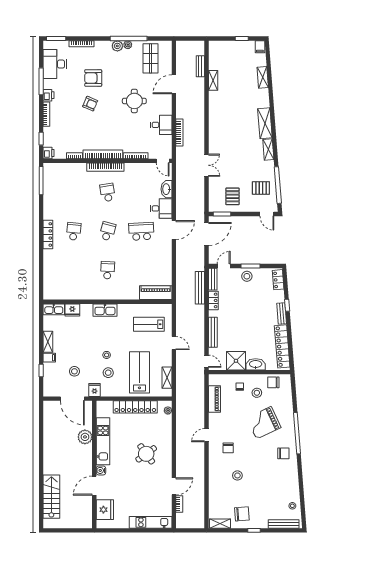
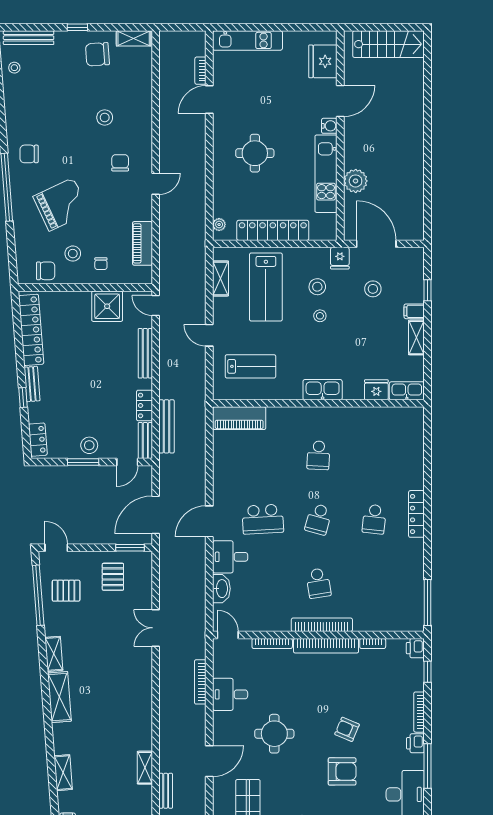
washbasin: (256, 364) -> (75, 300), removed
round table: (146, 454) -> (255, 153), turned 36
stairs: (51, 497) -> (389, 44), moved, turned -90

